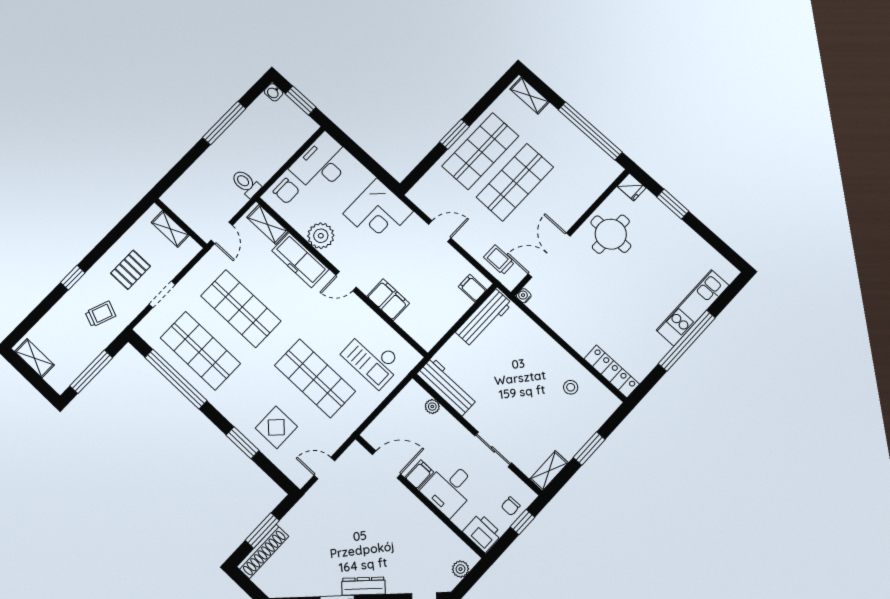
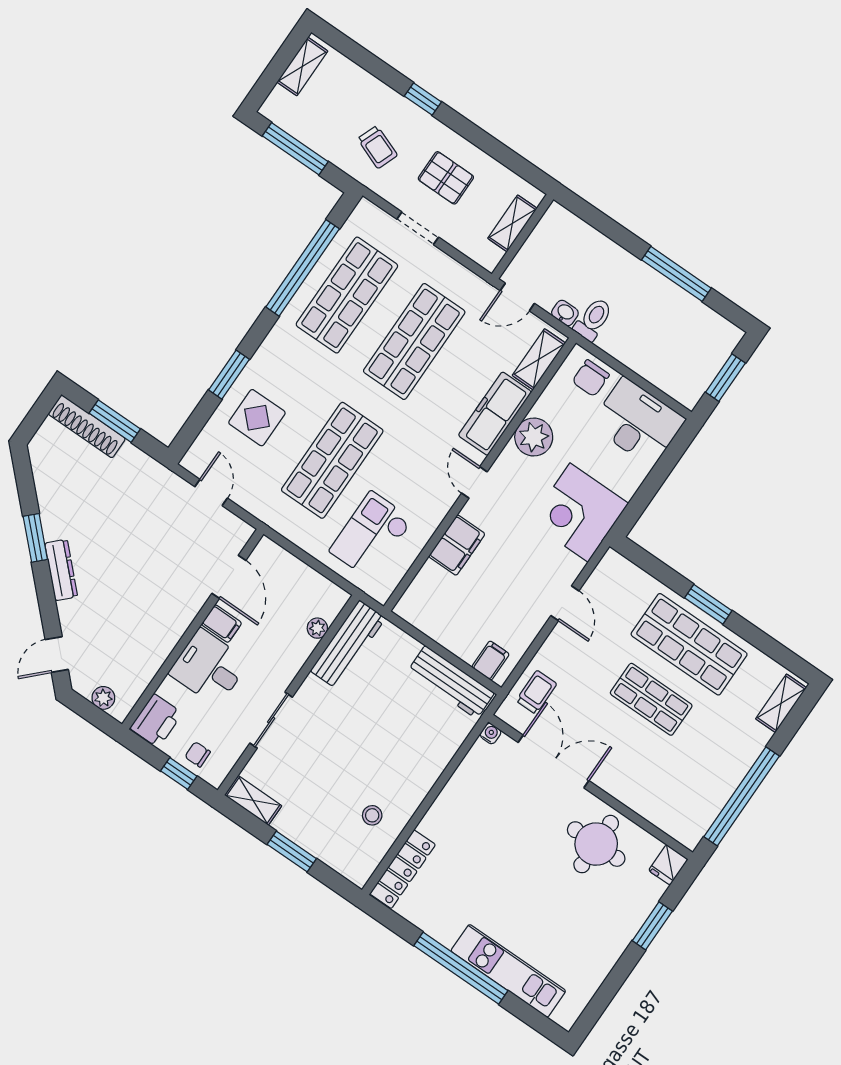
washbasin: (273, 92) -> (565, 313), moved, turned 90
shop shelf: (515, 182) -> (651, 699), width x0.70, depth x0.74

